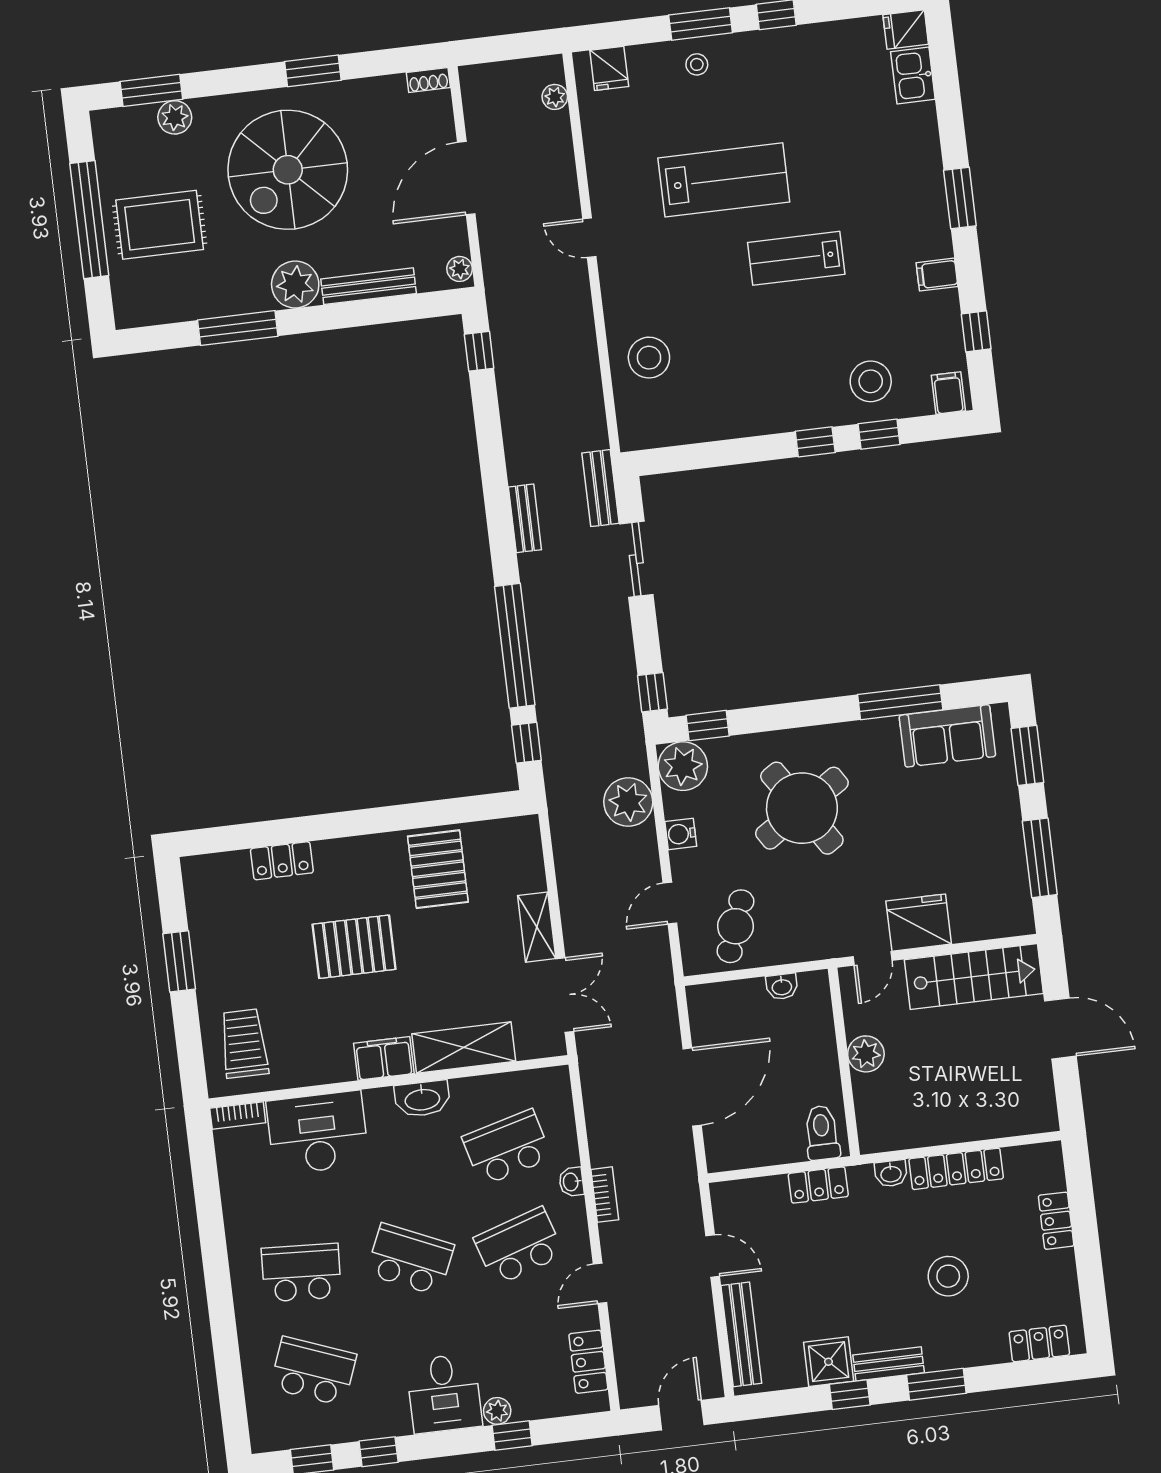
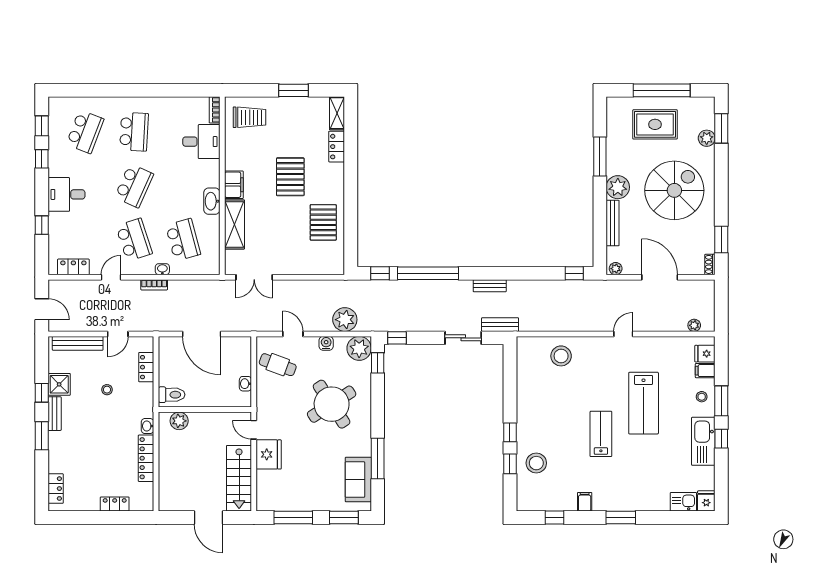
kitchen sink: (786, 50) -> (703, 441), added
window: (313, 71) -> (721, 239), moved
spiral stairs: (288, 170) -> (674, 190), turned 90
rug: (160, 225) -> (655, 124), turned 90
filing cabinet: (948, 393) -> (705, 371), moved, turned 180
pallet: (438, 869) -> (323, 222), turned 90
shelving: (537, 927) -> (337, 113), moved, turned 90
door: (1060, 1028) -> (209, 518), hinge flipped
plant: (866, 1054) -> (179, 421), moved
desk: (318, 1133) -> (201, 142), width x0.73
locker: (818, 1185) -> (146, 367), moved
stool: (948, 1276) -> (107, 390), moved, width x0.53, depth x0.53
door: (600, 1283) -> (111, 277), hinge flipped
plant: (497, 1411) -> (55, 219), removed

